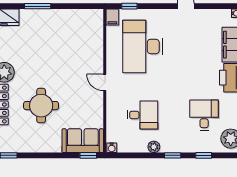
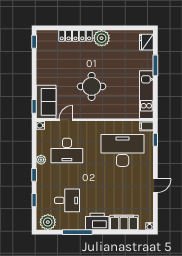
kitchen unit: (74, 17) -> (146, 95), added
door: (105, 82) -> (66, 120), moved
round table: (41, 106) -> (92, 86), moved
desk: (143, 115) -> (67, 150), width x1.37

